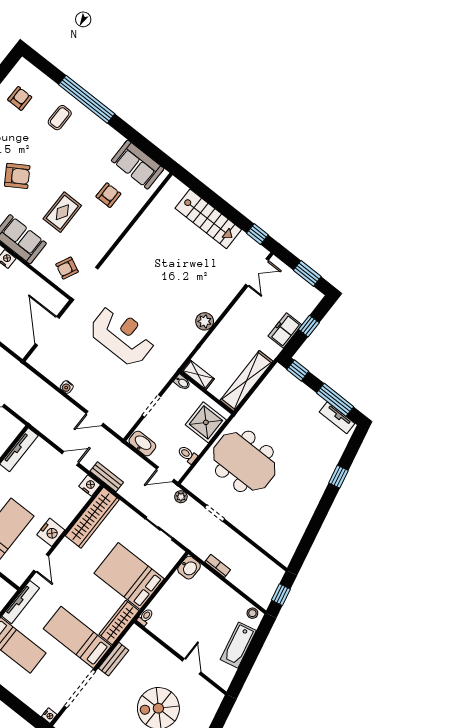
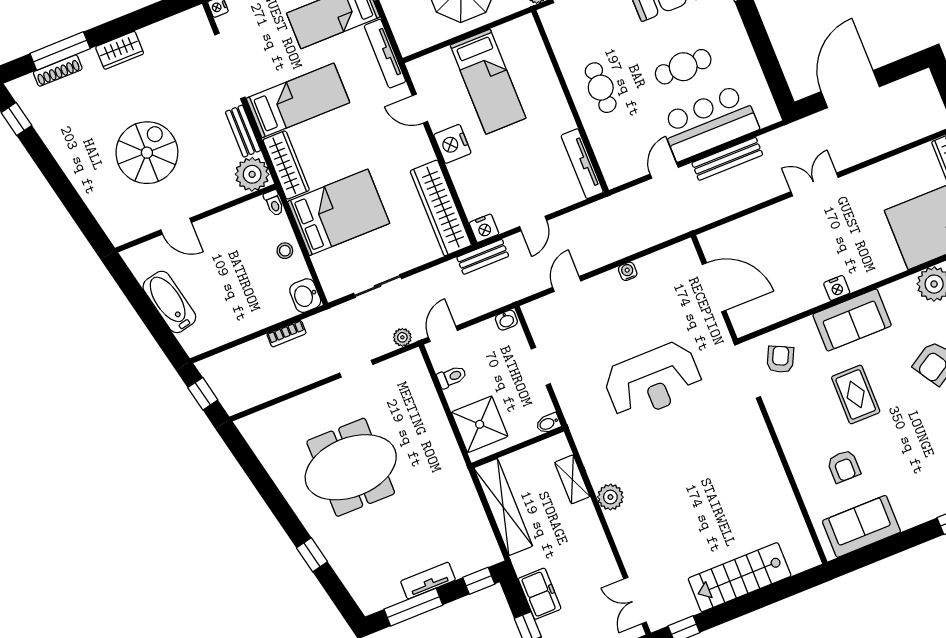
shelving: (198, 375) -> (572, 479), moved, turned 90
tv unit: (337, 418) -> (428, 581), moved
washbasin: (142, 444) -> (506, 320), width x0.52, depth x0.69
meeting table: (244, 461) -> (351, 467), moved
stool: (252, 613) -> (285, 251), moved
plant: (136, 639) -> (252, 174), added

